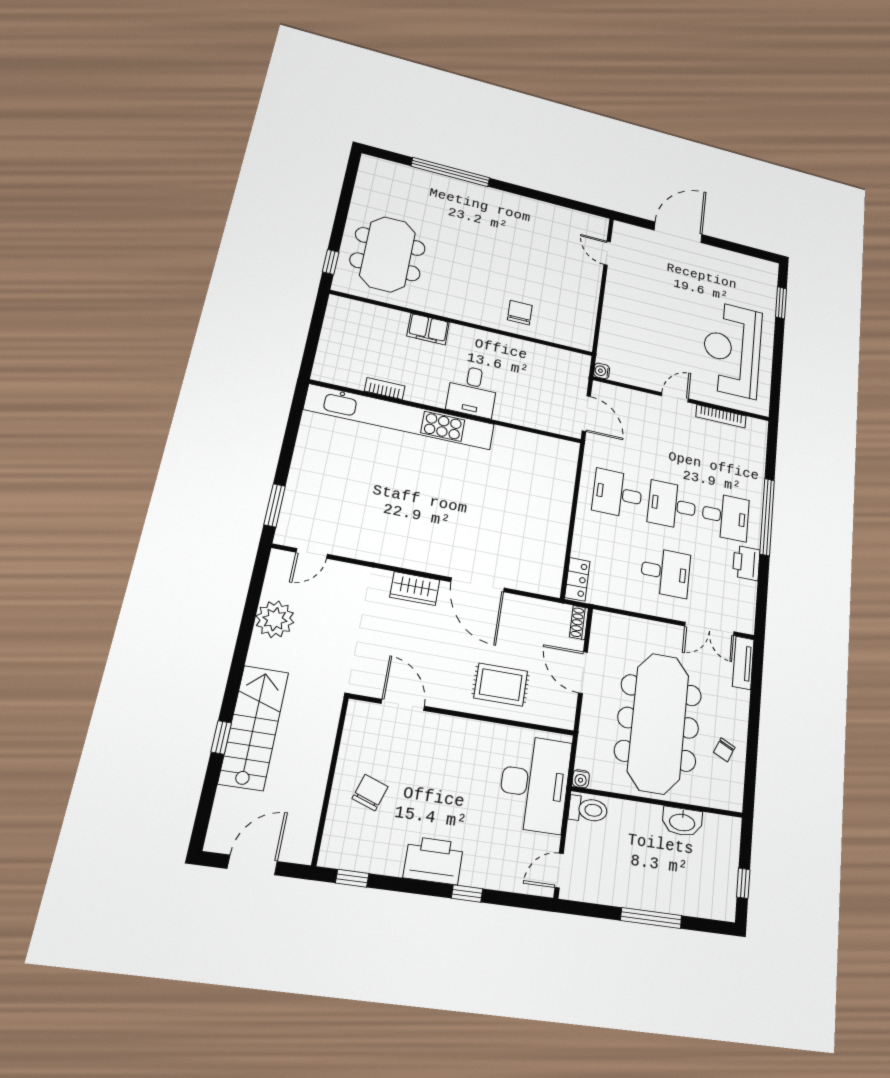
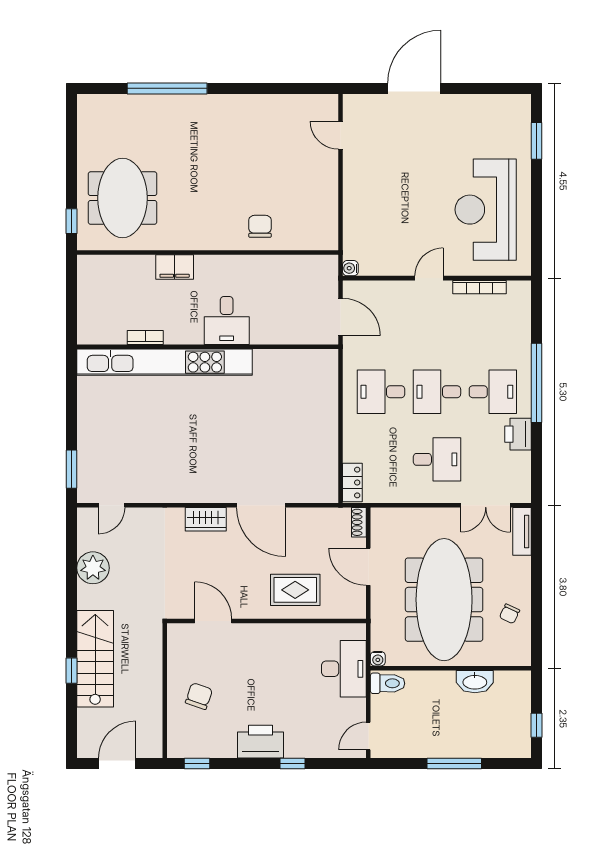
desk: (535, 784) -> (344, 669), width x0.73, depth x0.77

